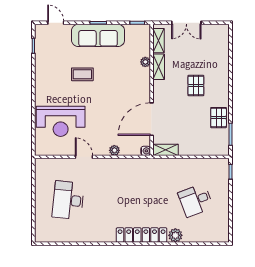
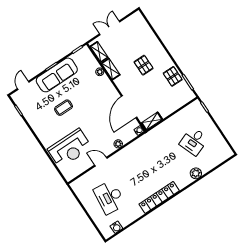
door: (56, 23) -> (23, 85), hinge flipped
double door: (186, 23) -> (110, 28), swing flipped
locker: (142, 235) -> (159, 197), moved
water cooler: (54, 236) -> (116, 227), added

